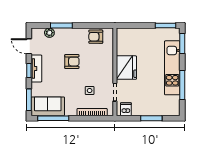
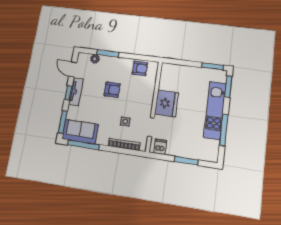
armchair: (96, 37) -> (140, 68), turned 180

